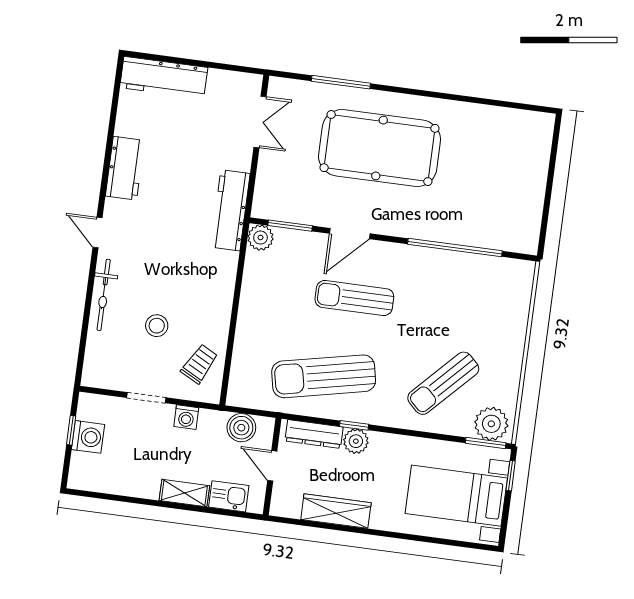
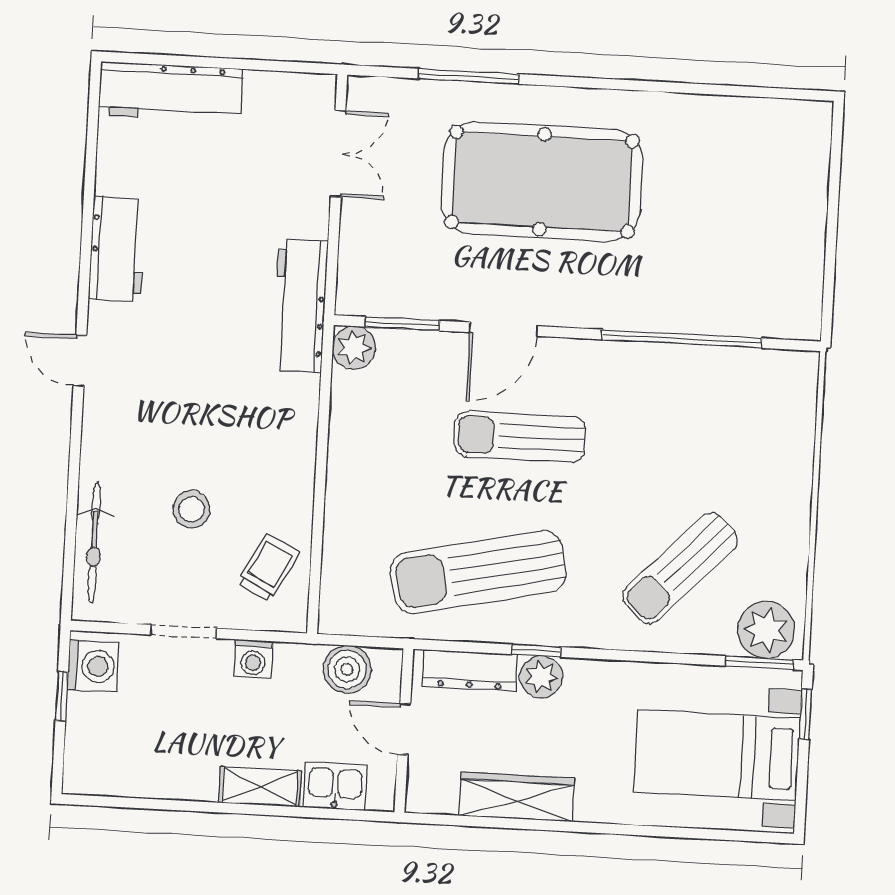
bicycle: (104, 295) -> (94, 542), moved
washing machine: (88, 437) -> (93, 666), moved

